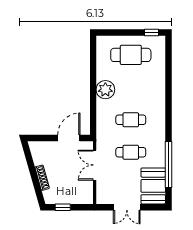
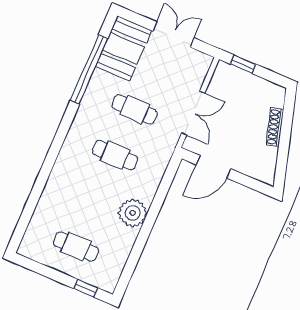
window: (152, 32) -> (86, 288), moved
cafe table: (131, 55) -> (76, 246), width x0.73, depth x0.74
window: (63, 207) -> (243, 64), moved

